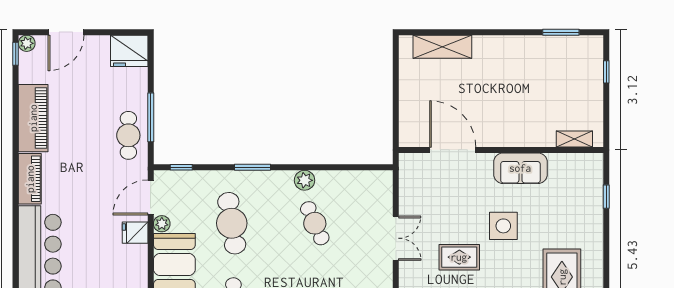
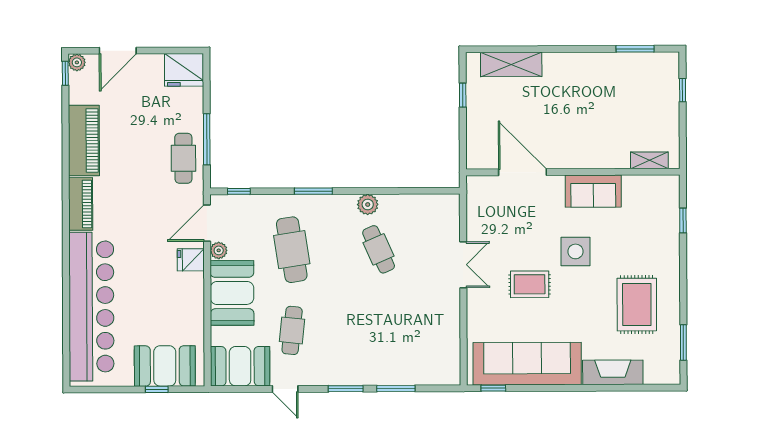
window: (396, 76) -> (463, 95), added

